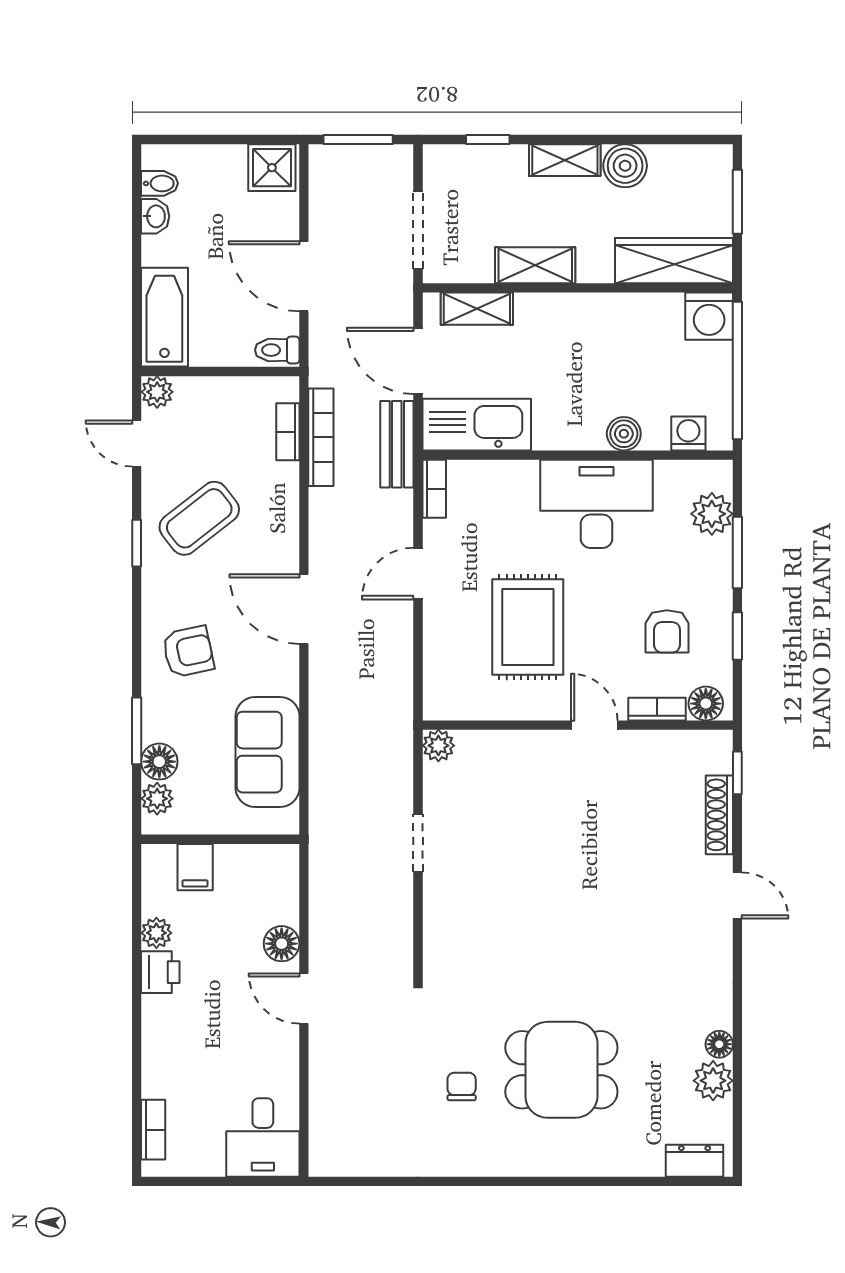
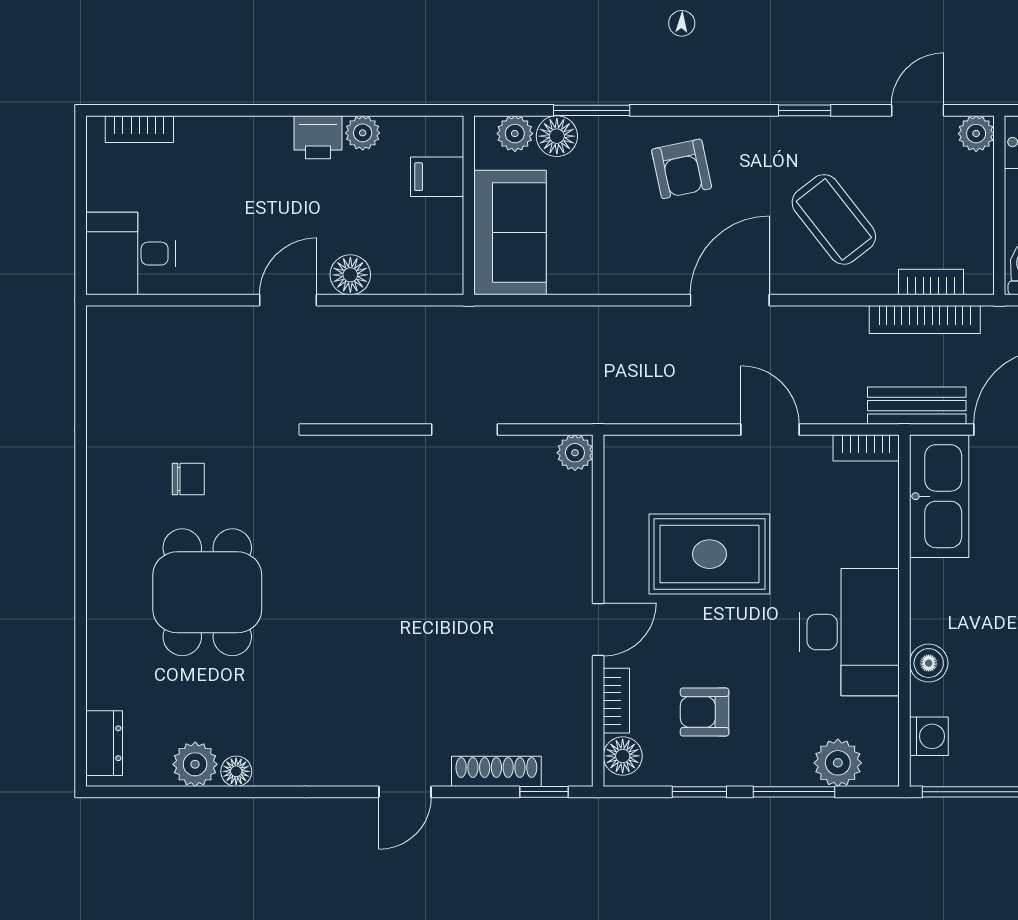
coffee table: (199, 518) -> (834, 219), moved
sofa: (268, 752) -> (510, 233), moved, turned 90

